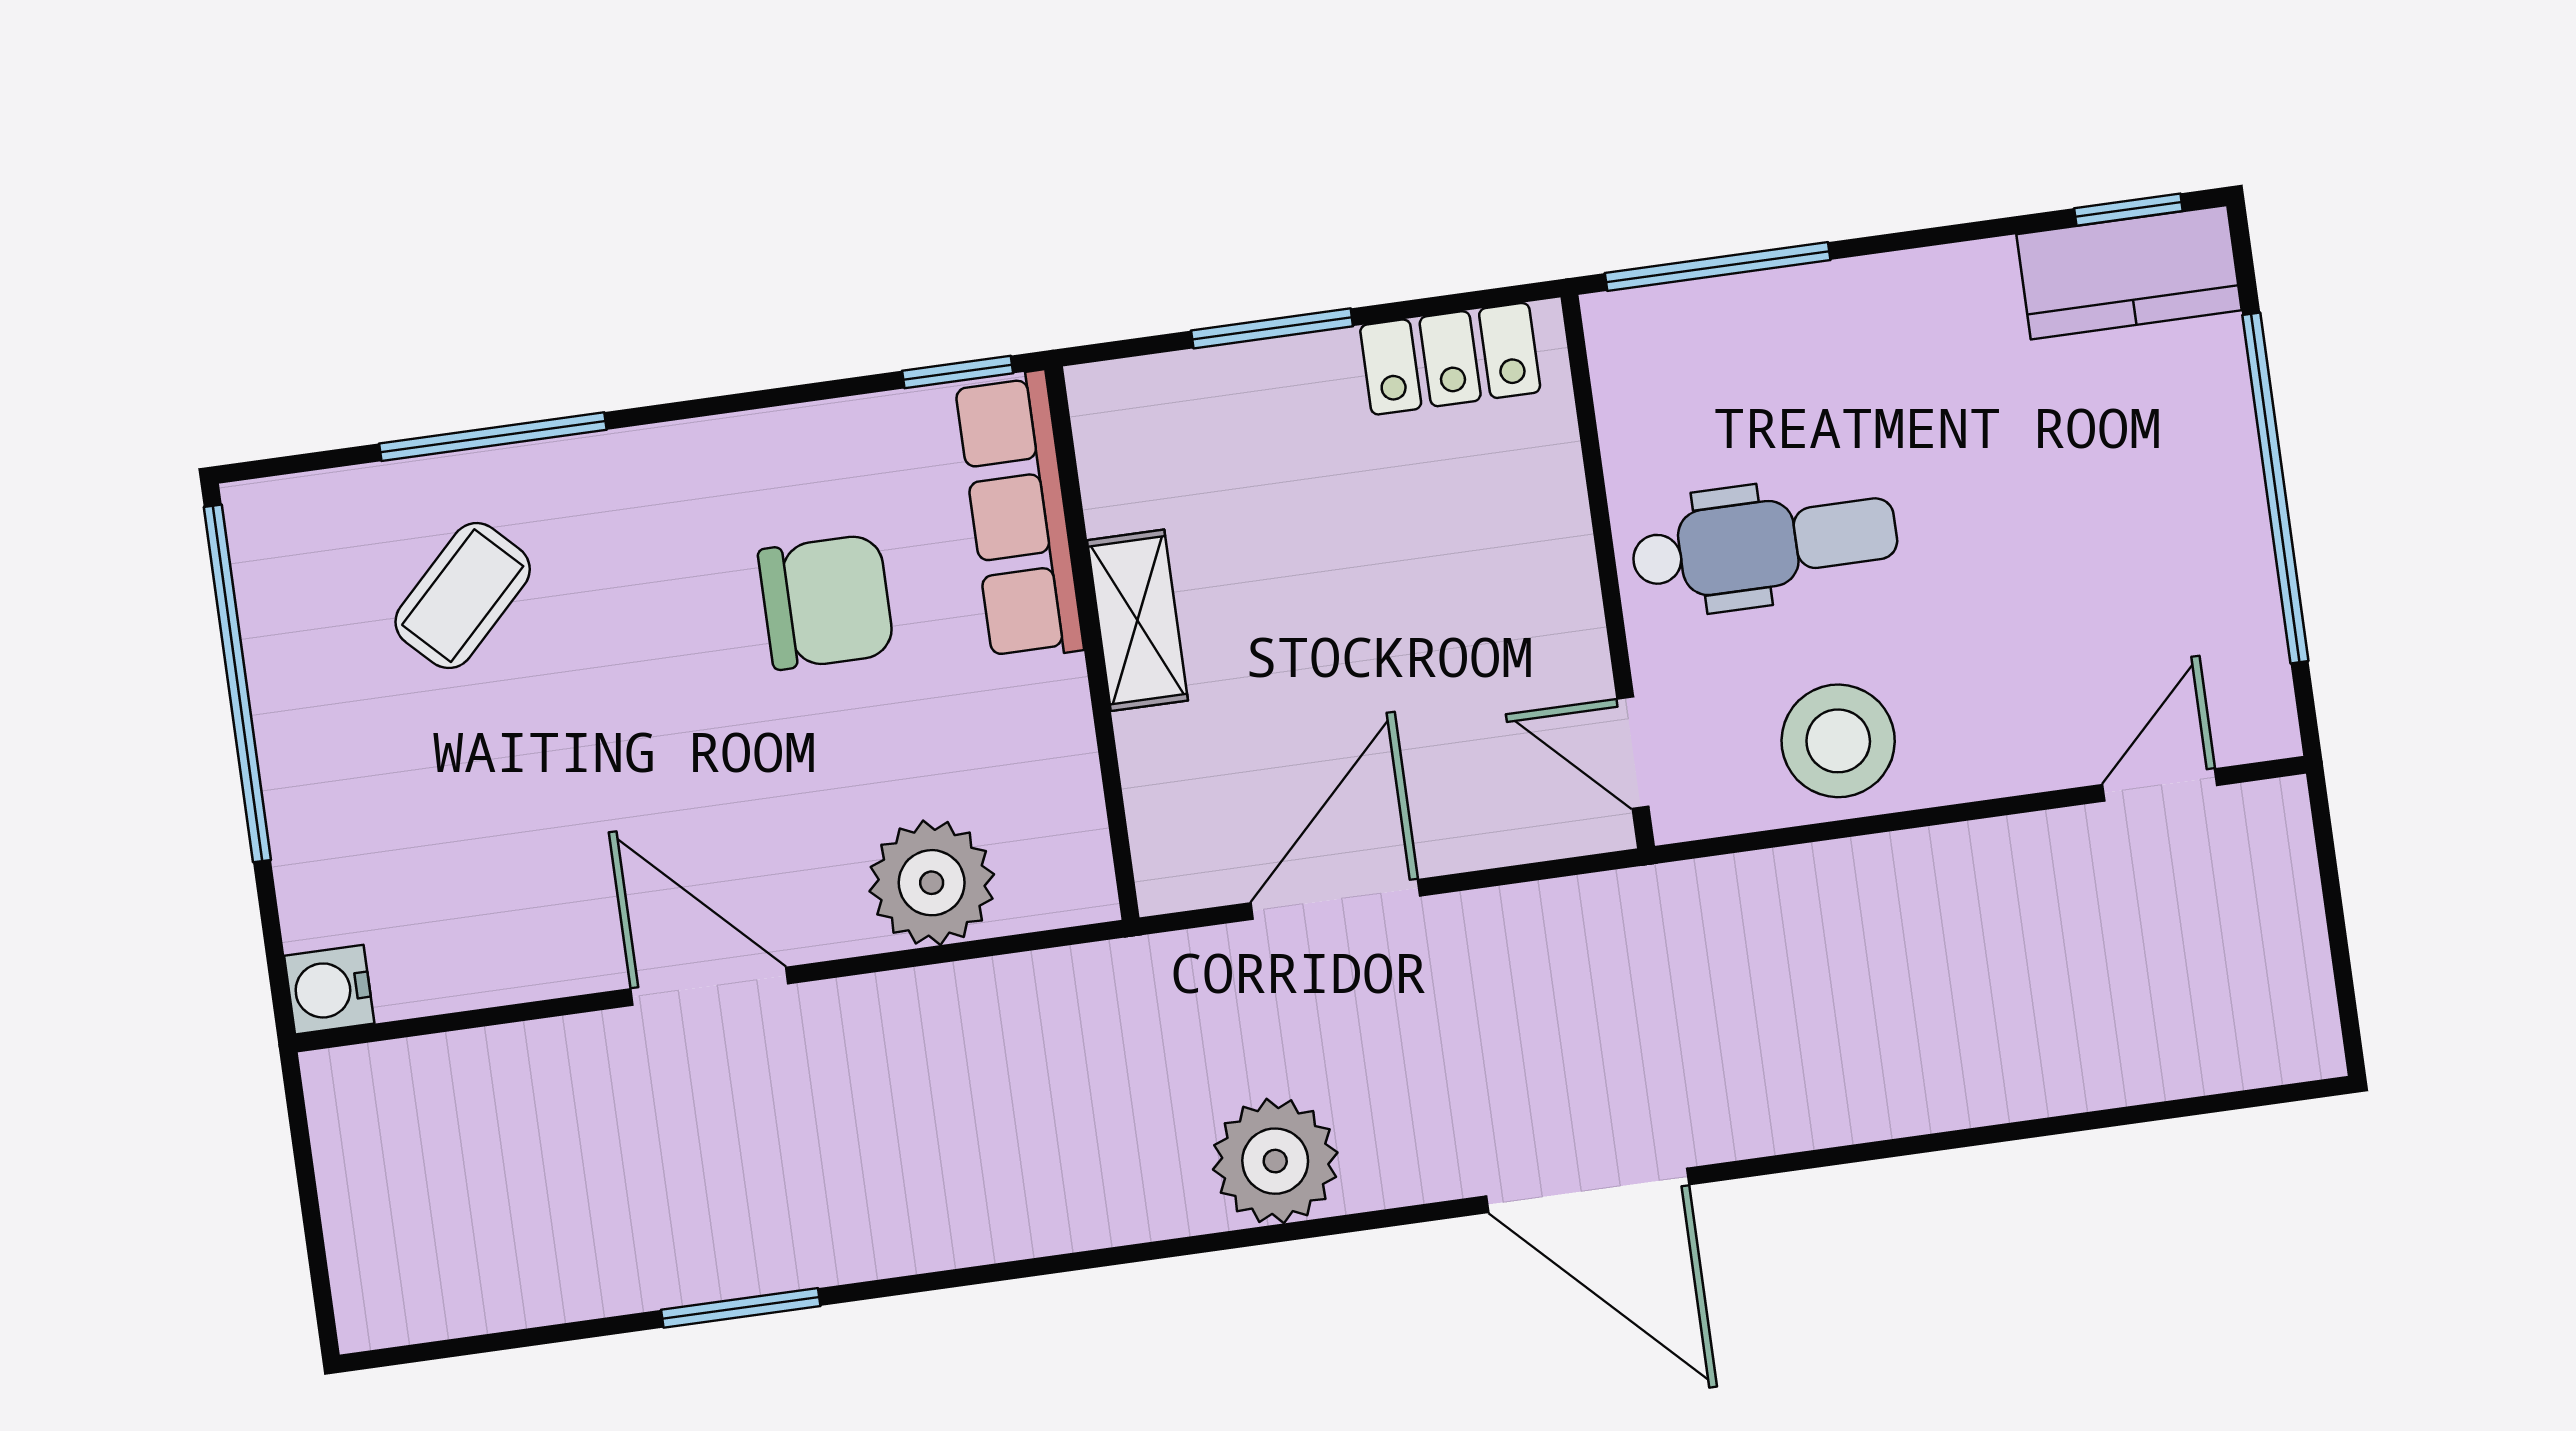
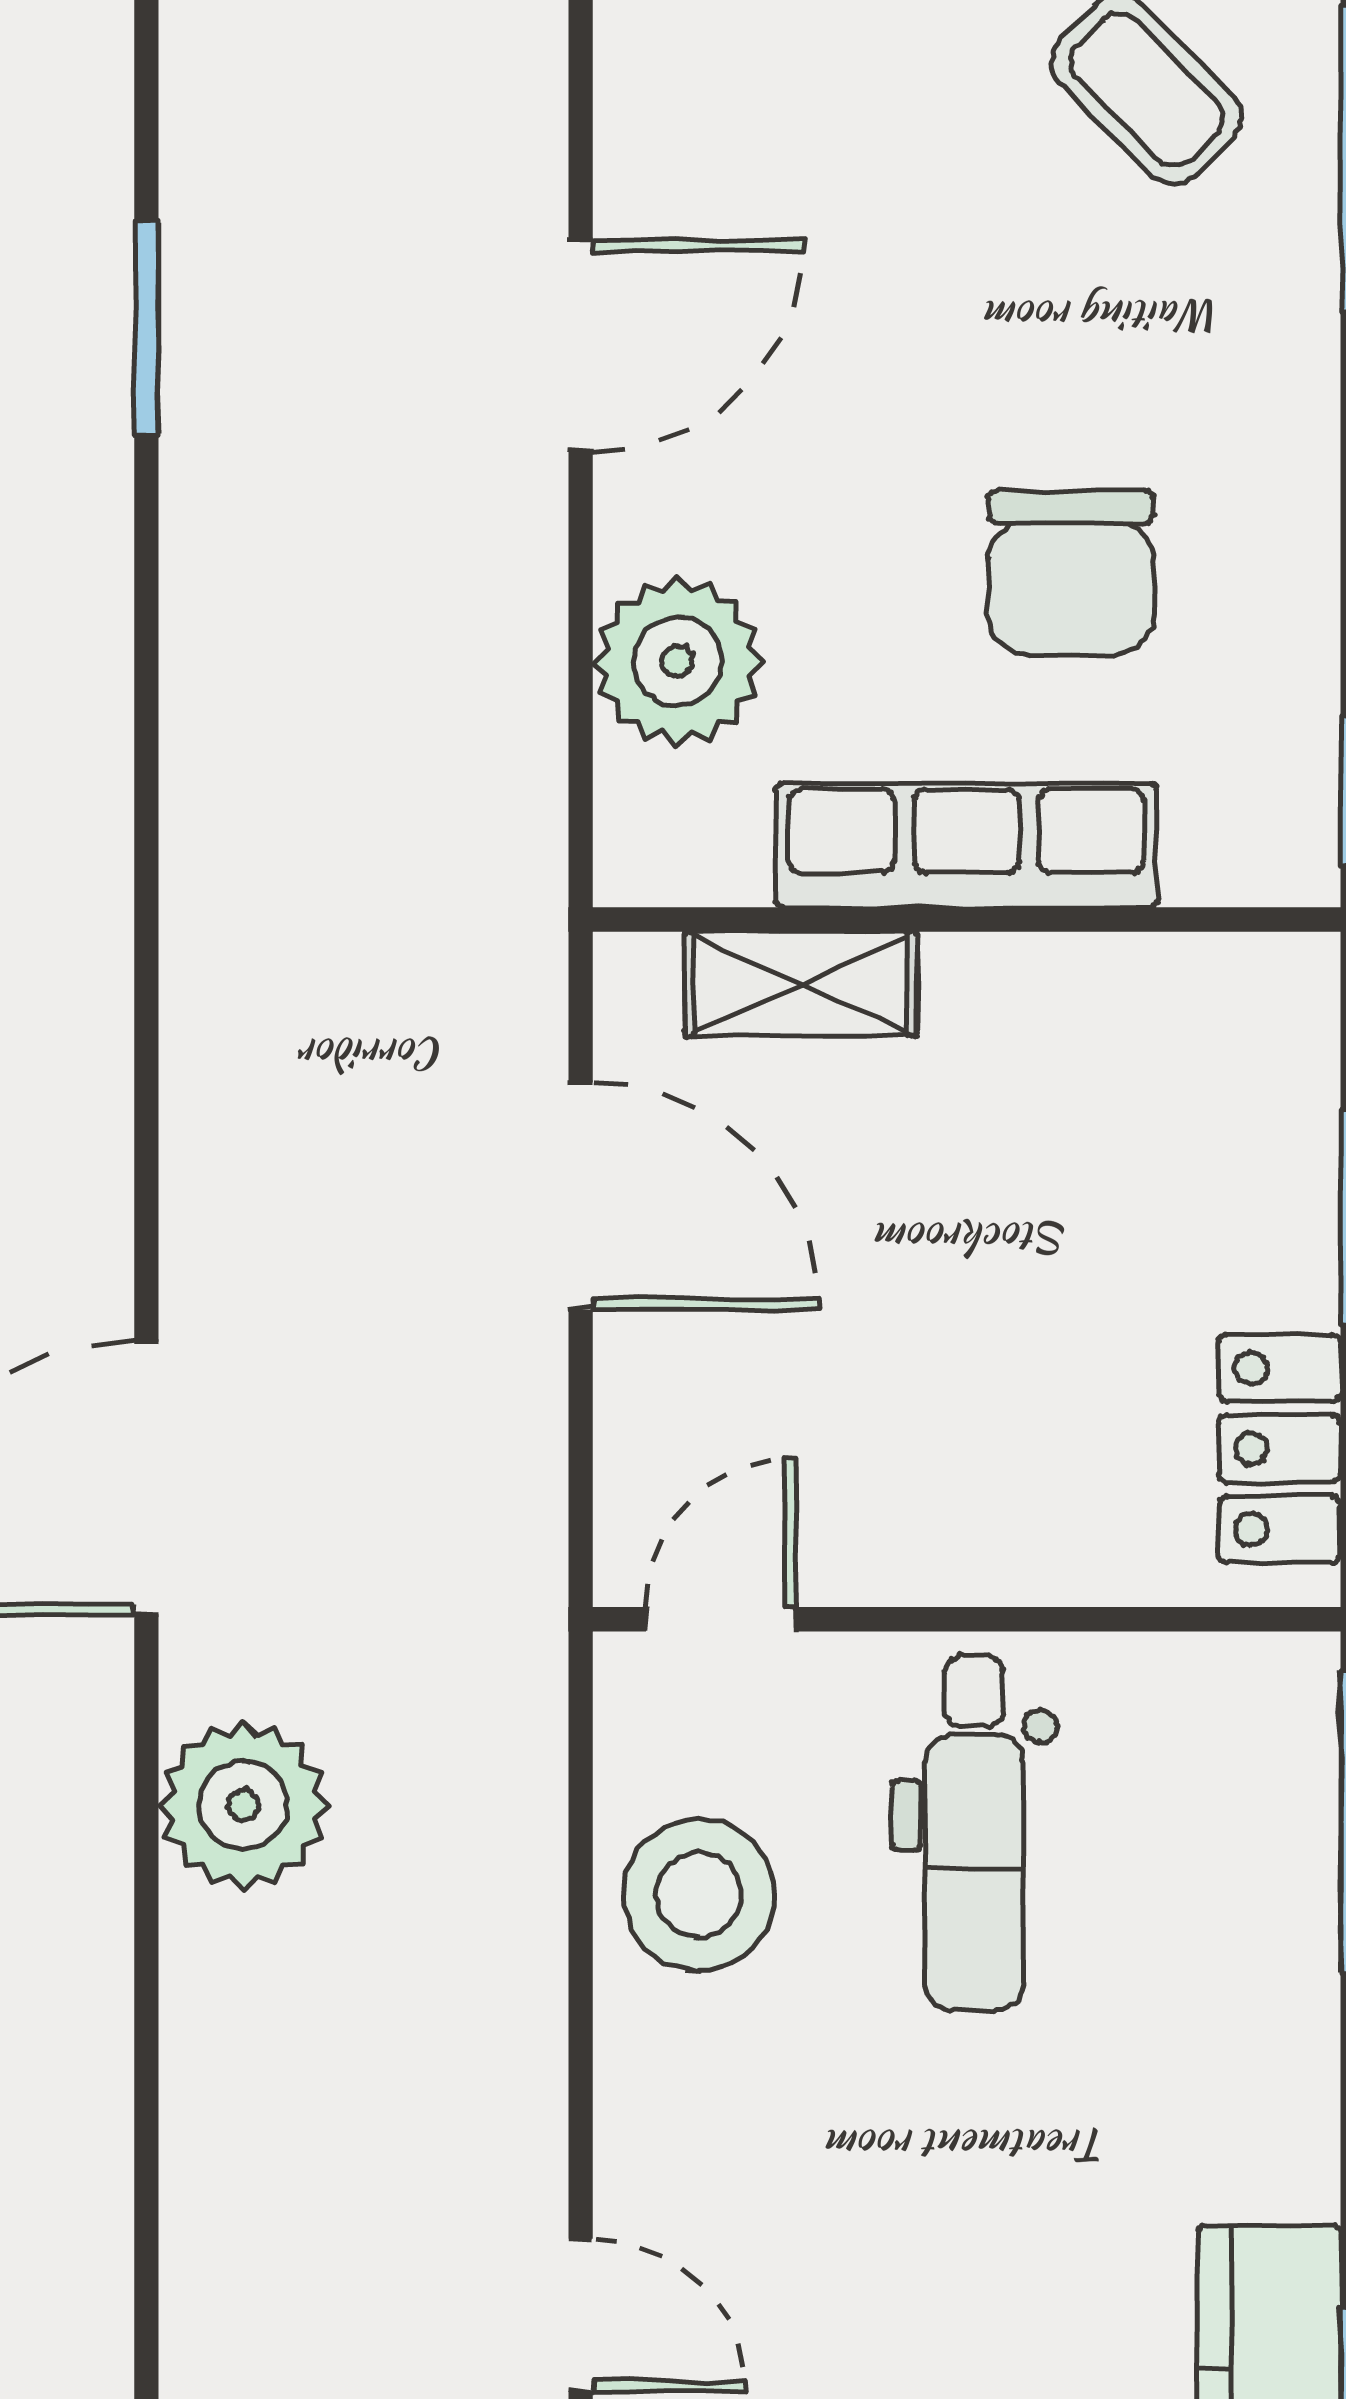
row of seats: (1019, 516) -> (967, 846), moved
shelving: (1137, 620) -> (801, 984), moved
plant: (1275, 1161) -> (243, 1805), moved

